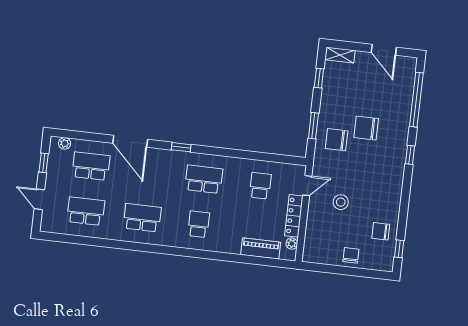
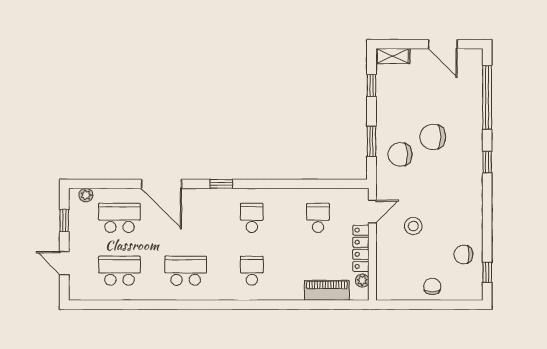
school desk: (204, 179) -> (252, 218), width x0.54

